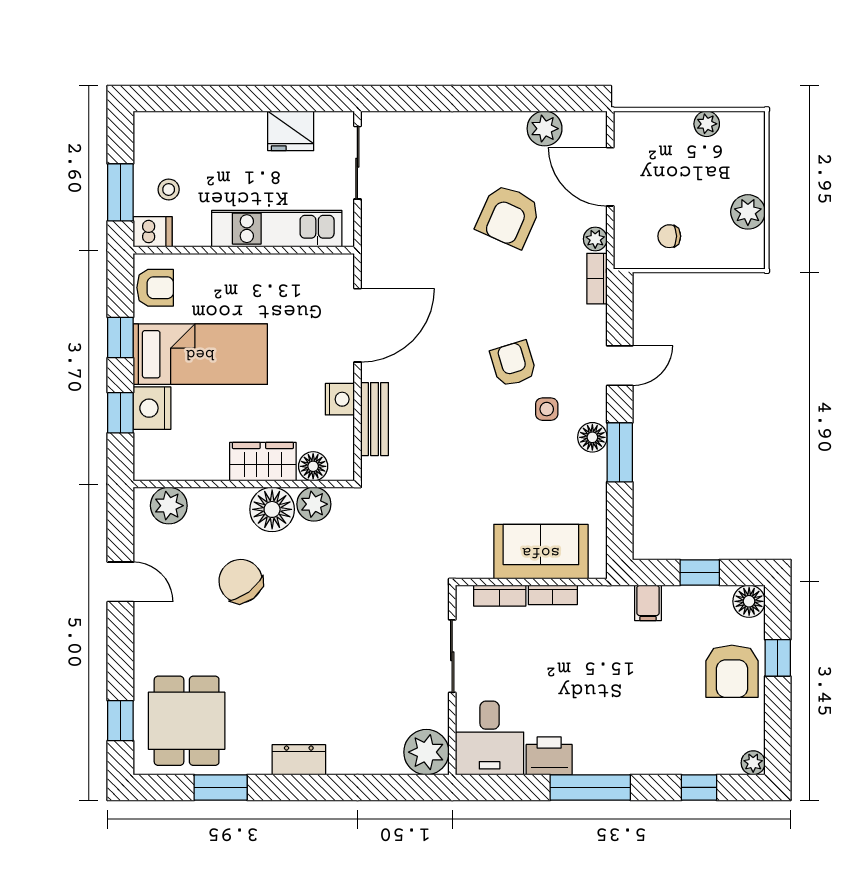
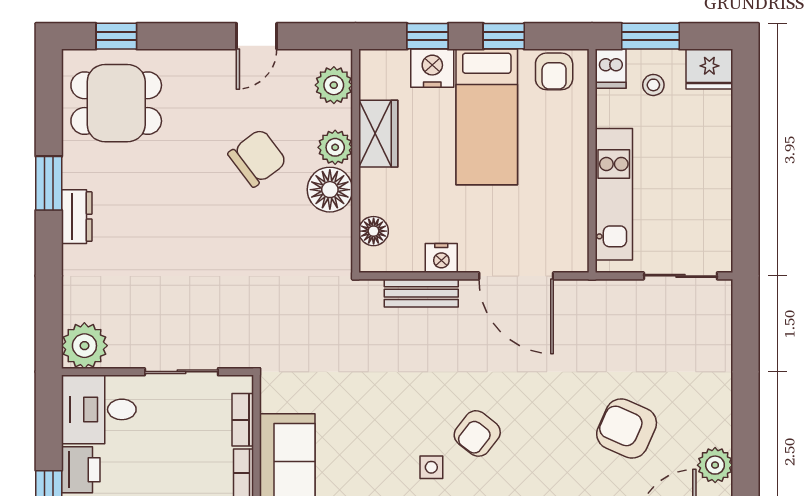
fridge: (291, 131) -> (709, 69), moved, turned -90
armchair: (513, 364) -> (477, 433), turned 145
wardrobe: (263, 462) -> (378, 134), moved
plant: (314, 504) -> (335, 147), moved
window: (221, 787) -> (49, 183), moved

